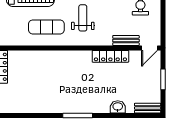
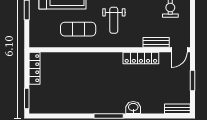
weight bench: (83, 18) -> (114, 20), turned 180
washbasin: (118, 107) -> (133, 107), moved

